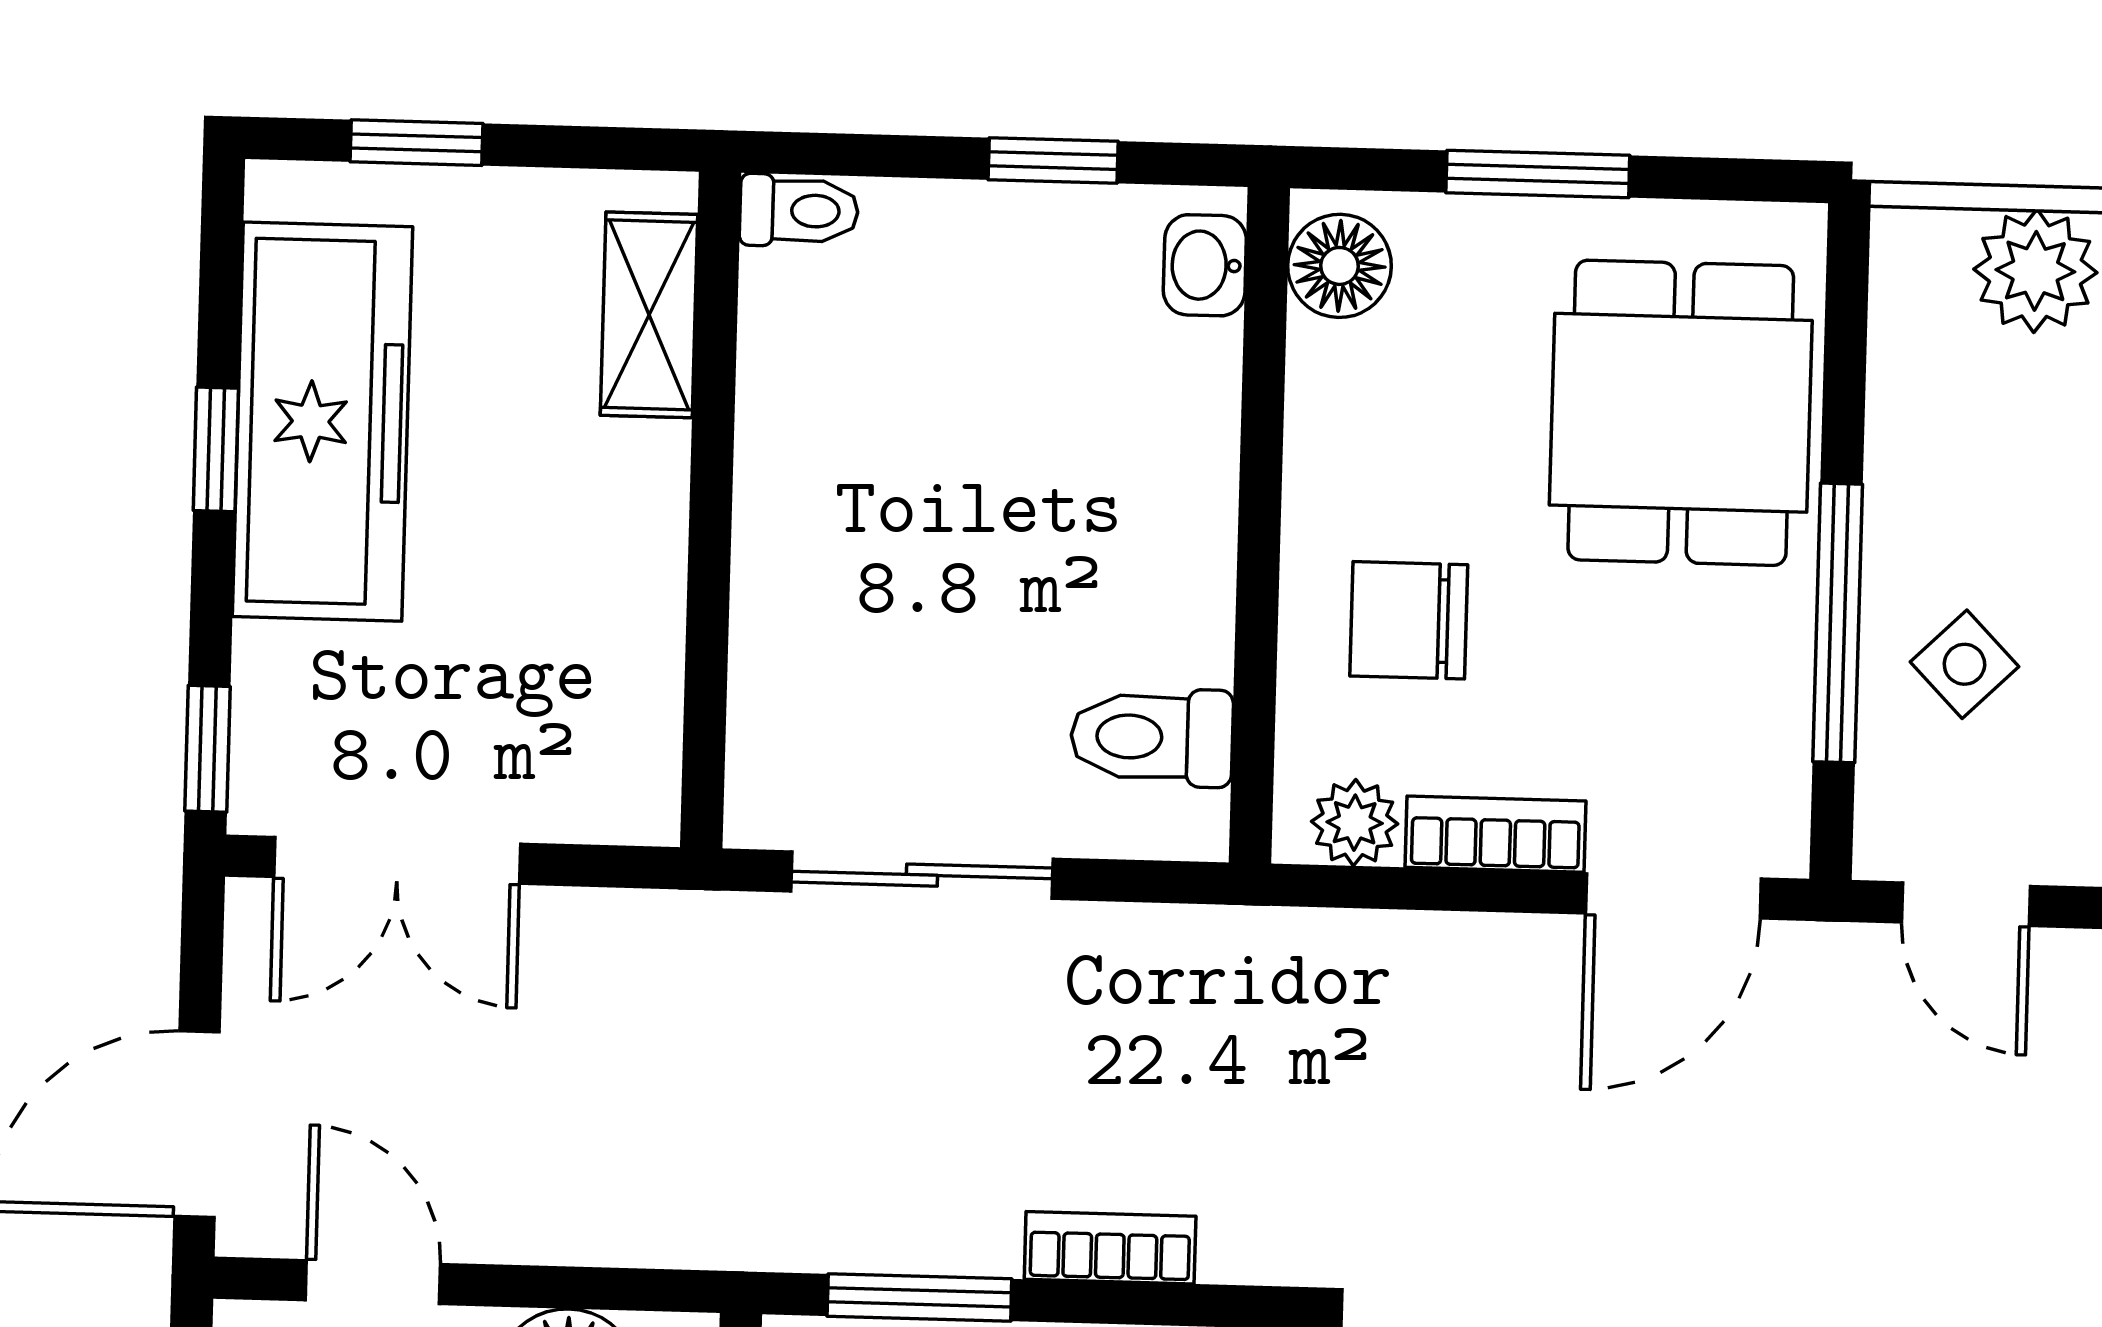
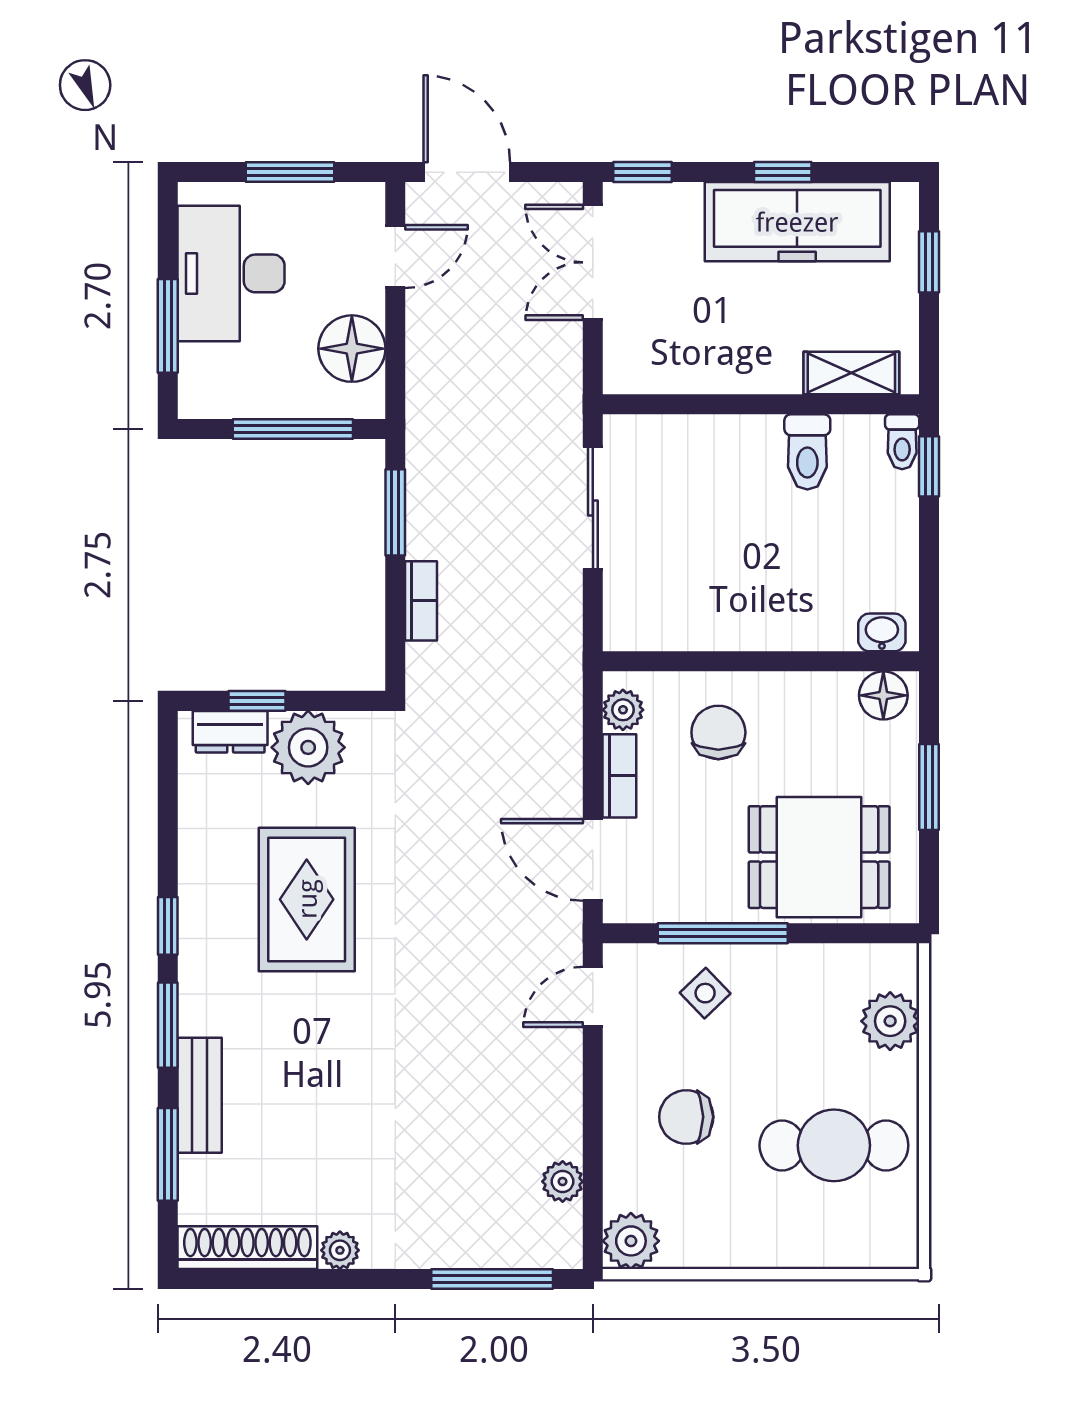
window: (1053, 160) -> (929, 466), moved
toilet: (1152, 737) -> (807, 452), moved, turned 180

